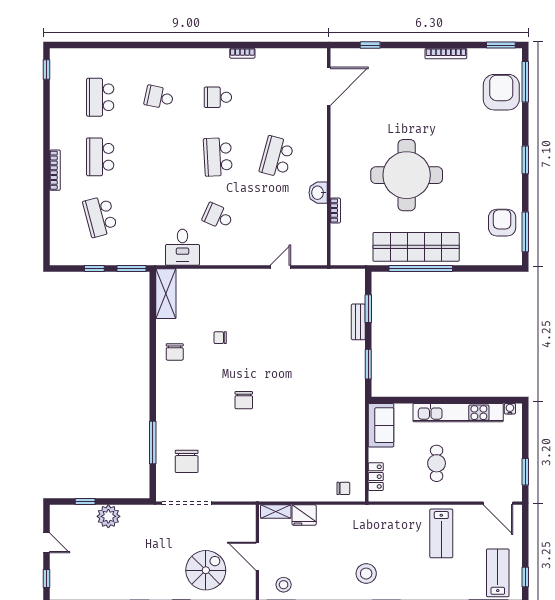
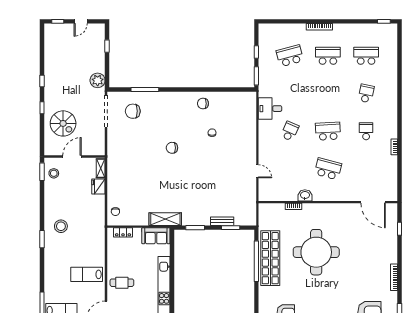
shelving: (166, 294) -> (165, 219), moved
cafe table: (437, 463) -> (122, 283), moved
plant: (108, 516) -> (98, 80), moved

